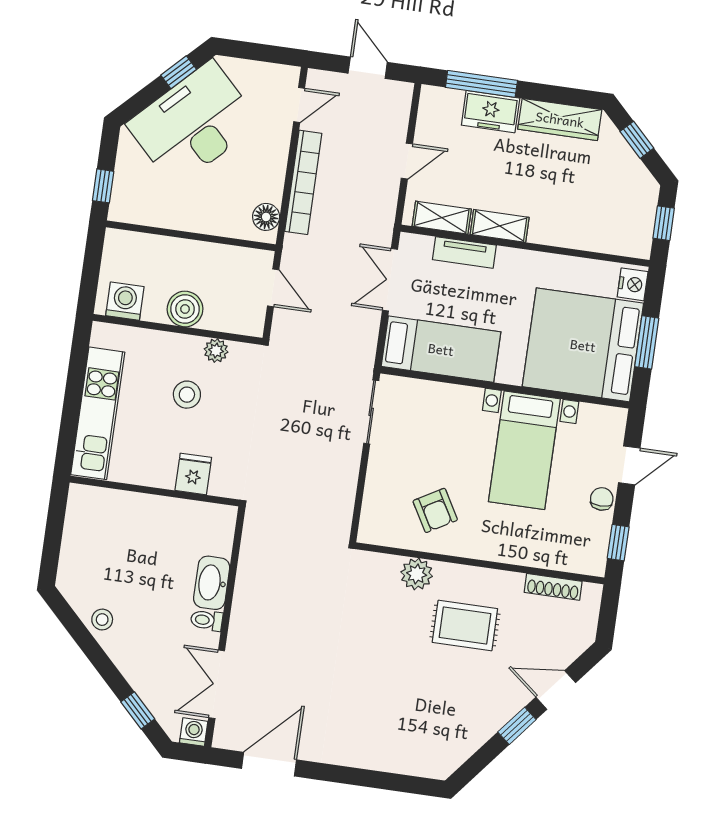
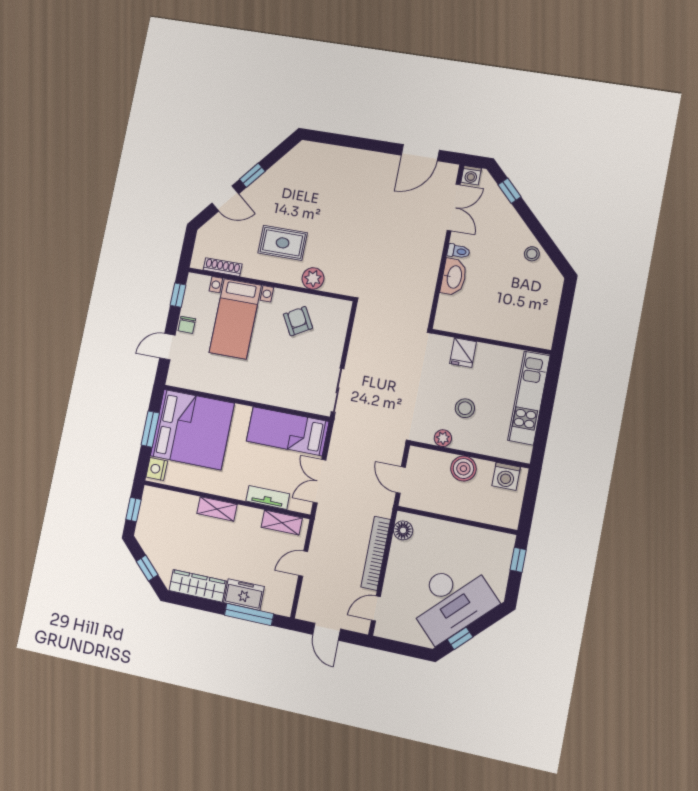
shelving: (500, 226) -> (217, 509), moved
double door: (390, 280) -> (320, 481), swing flipped
bed with nightstands: (524, 450) -> (235, 319), moved, turned 180

